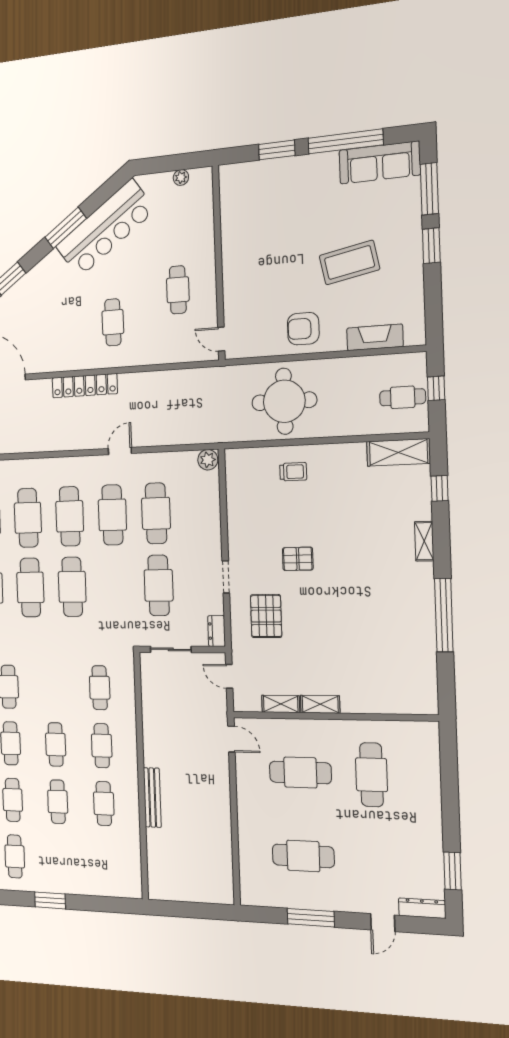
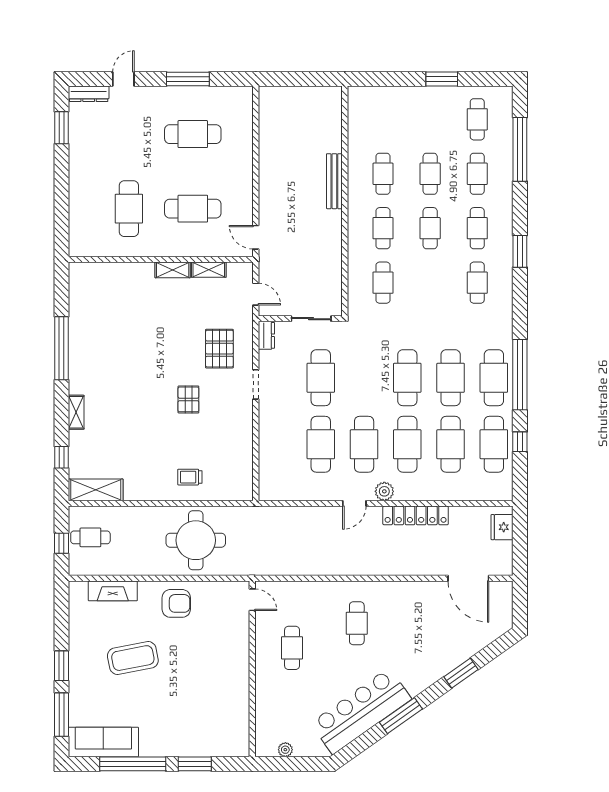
locker: (85, 386) -> (416, 515), moved, turned 180
plant: (208, 460) -> (384, 491), moved
pallet: (298, 559) -> (188, 399), turned 90

